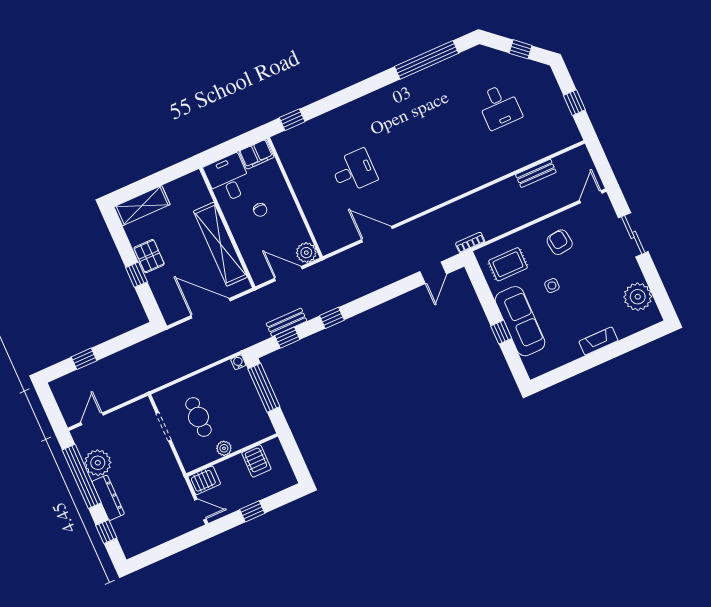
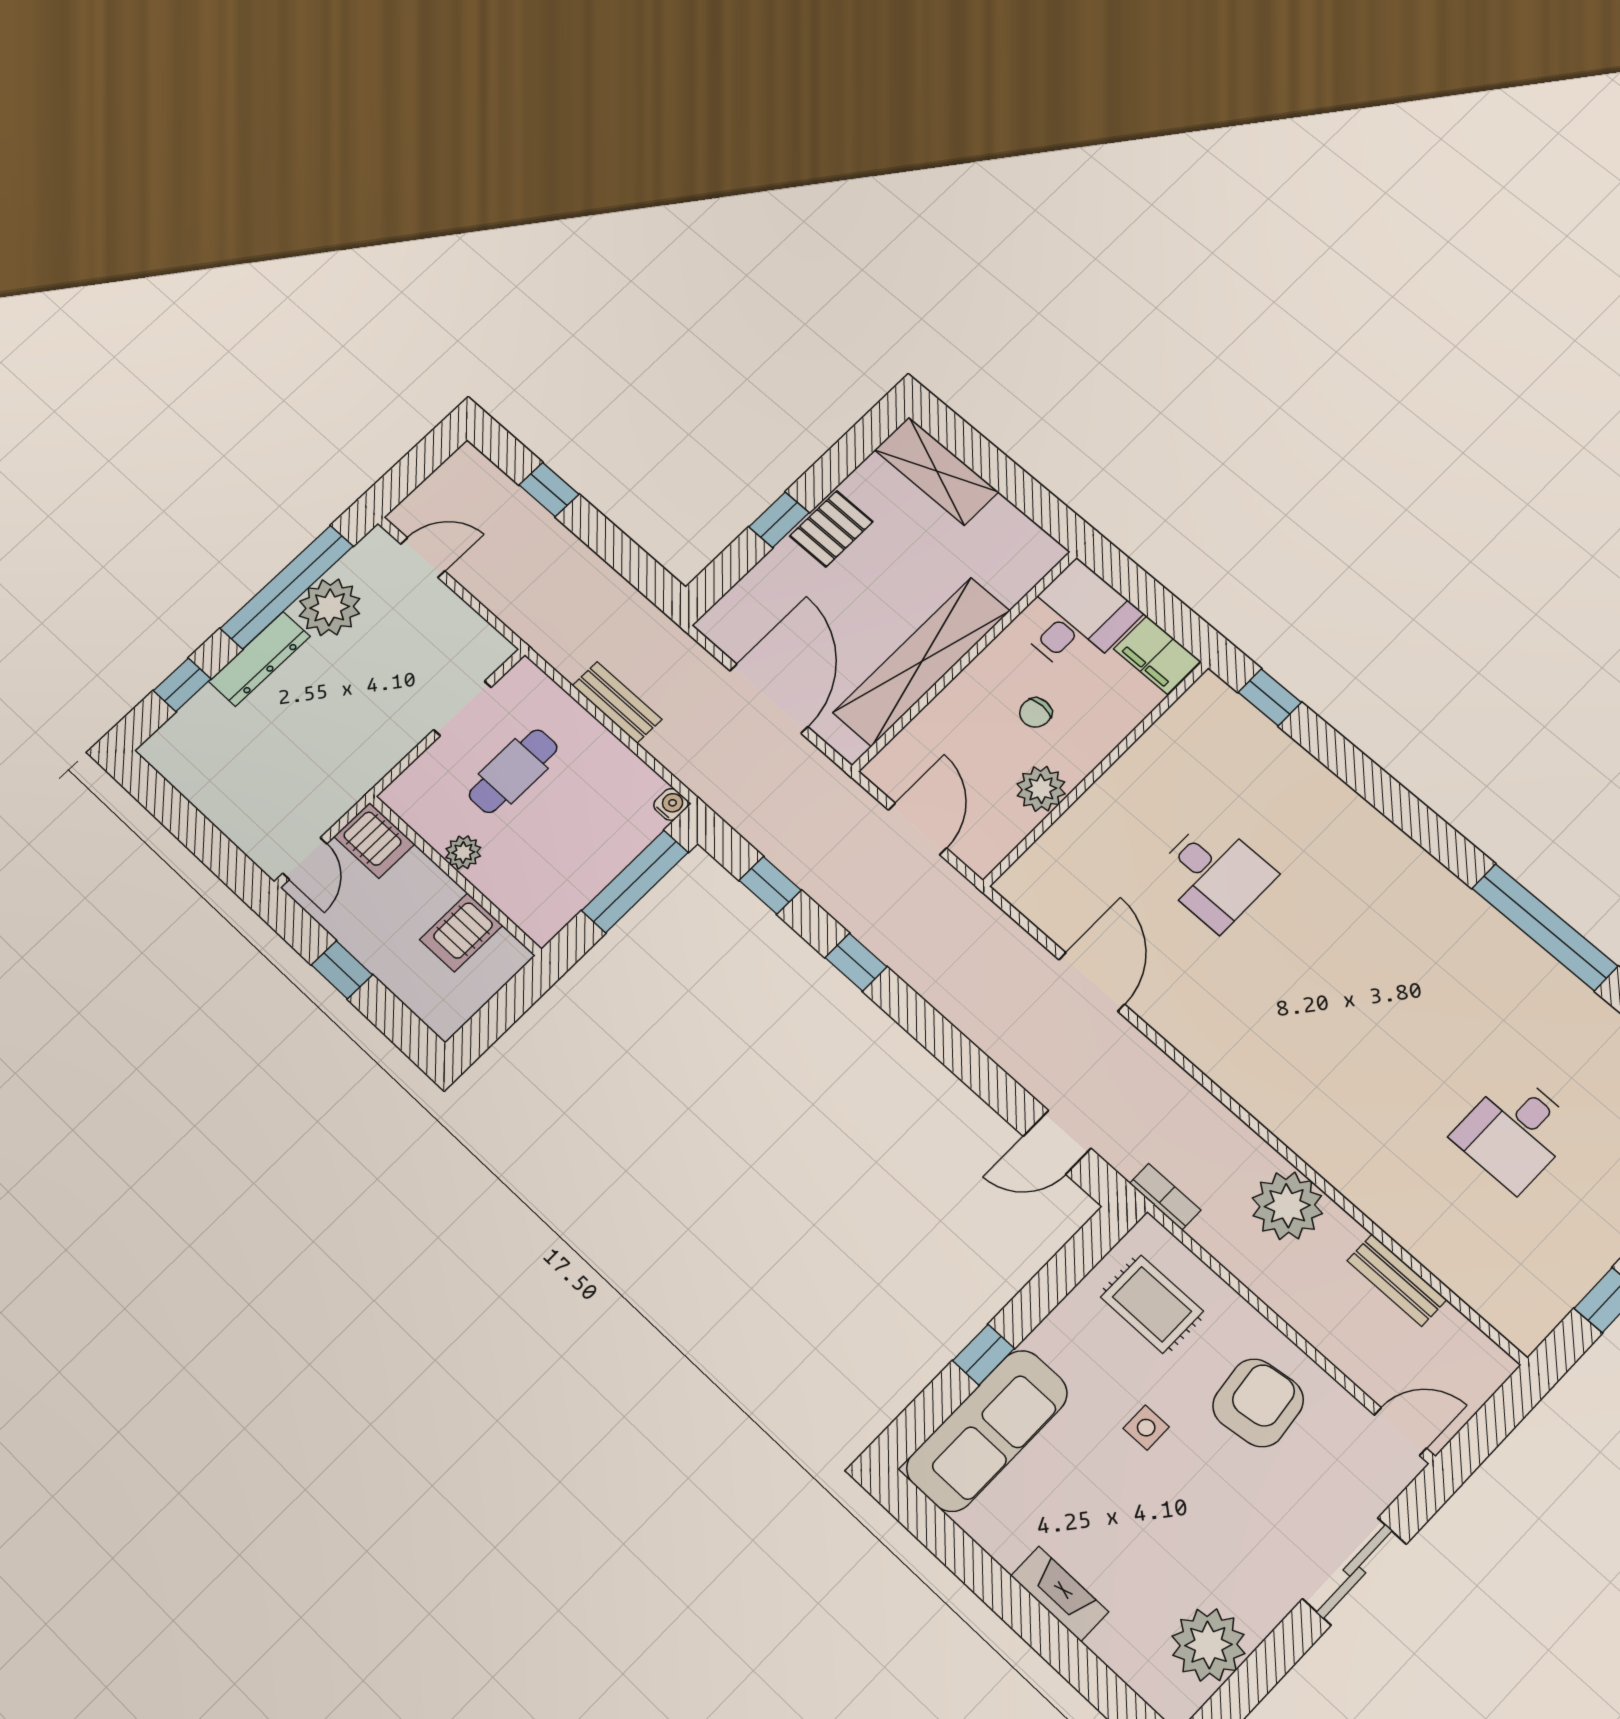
plant: (492, 200) -> (1287, 1206), added
armchair: (560, 242) -> (1258, 1403), width x1.38, depth x1.38
plant: (306, 253) -> (1041, 789), moved
sofa: (520, 321) -> (987, 1431), moved
bench: (287, 322) -> (617, 702), moved

